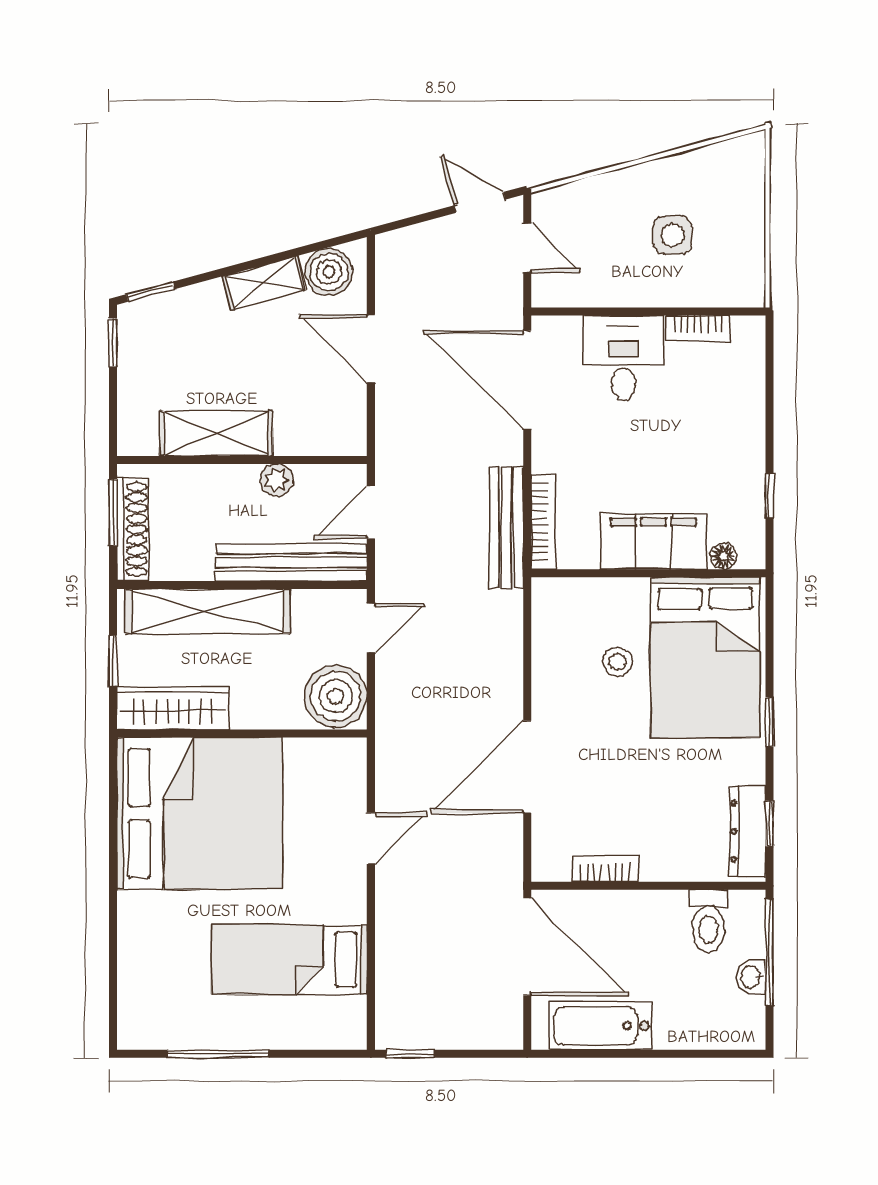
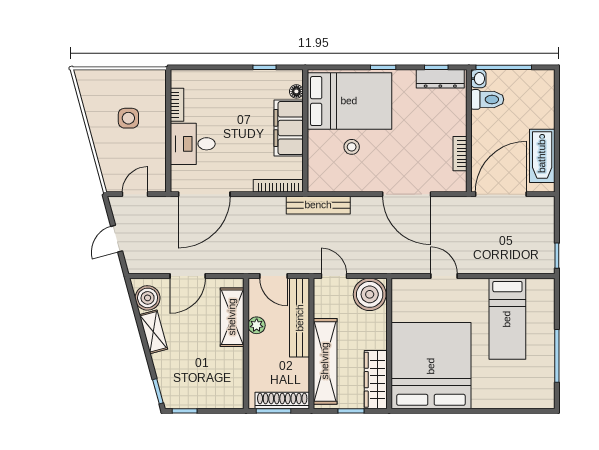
door: (480, 202) -> (117, 239), moved
shelving: (216, 433) -> (232, 317), moved
bench: (506, 528) -> (318, 205), moved
washbasin: (751, 977) -> (478, 79), moved, turned -90

